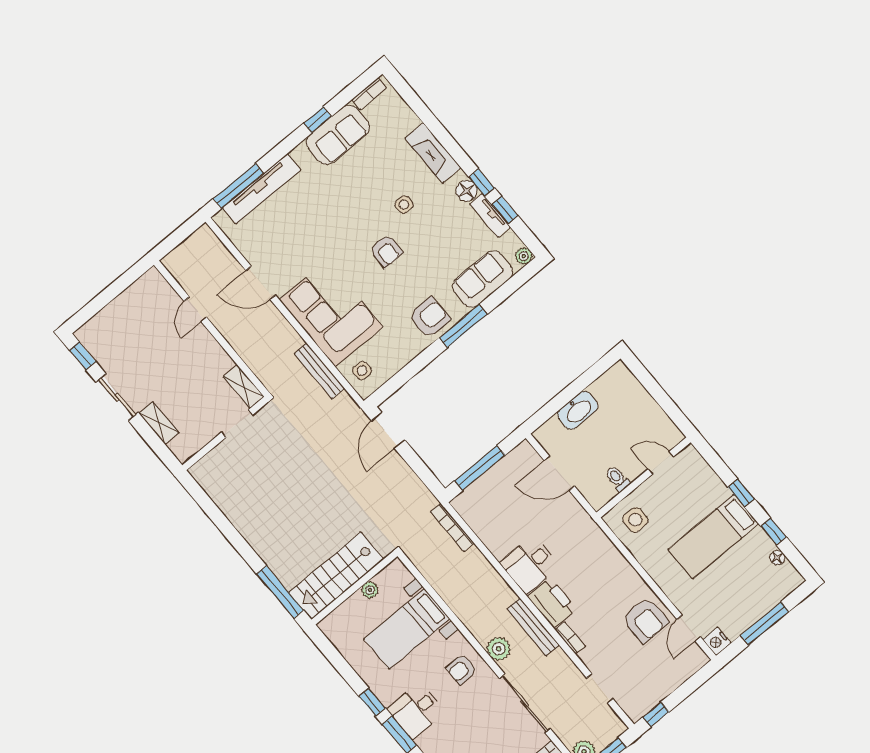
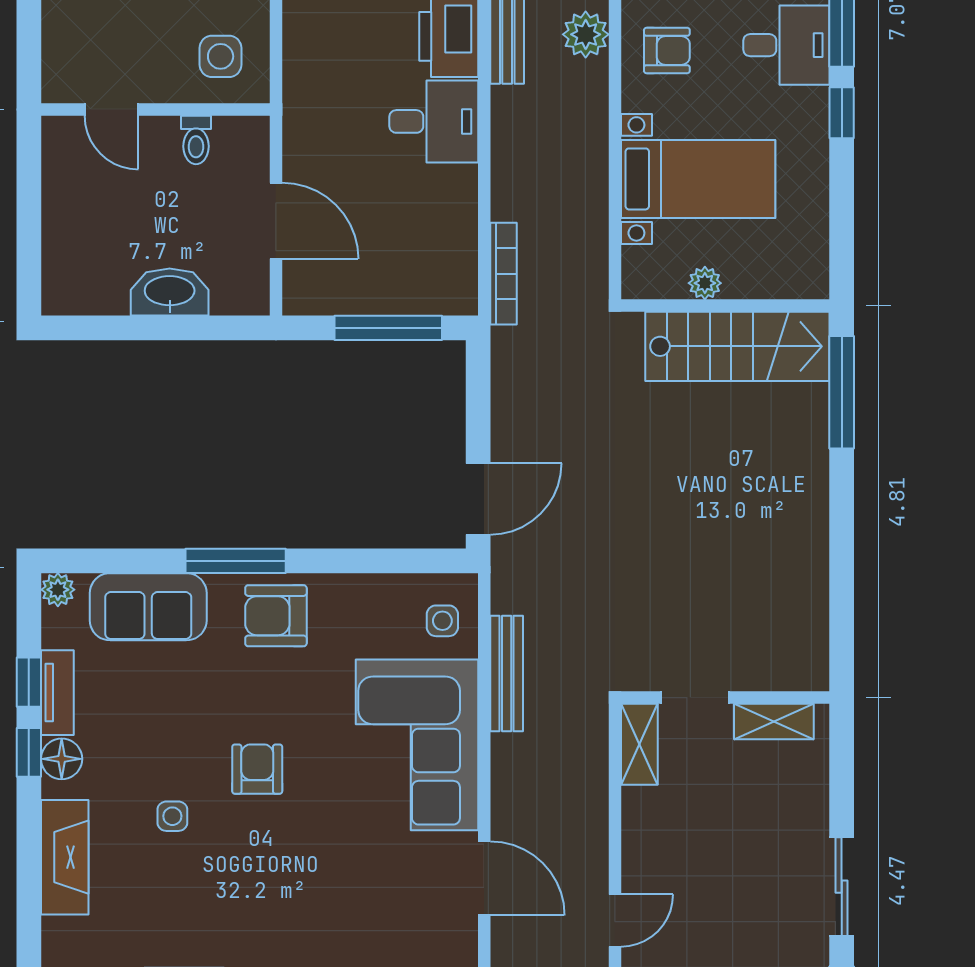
shelving: (159, 423) -> (774, 722), moved, turned 90

